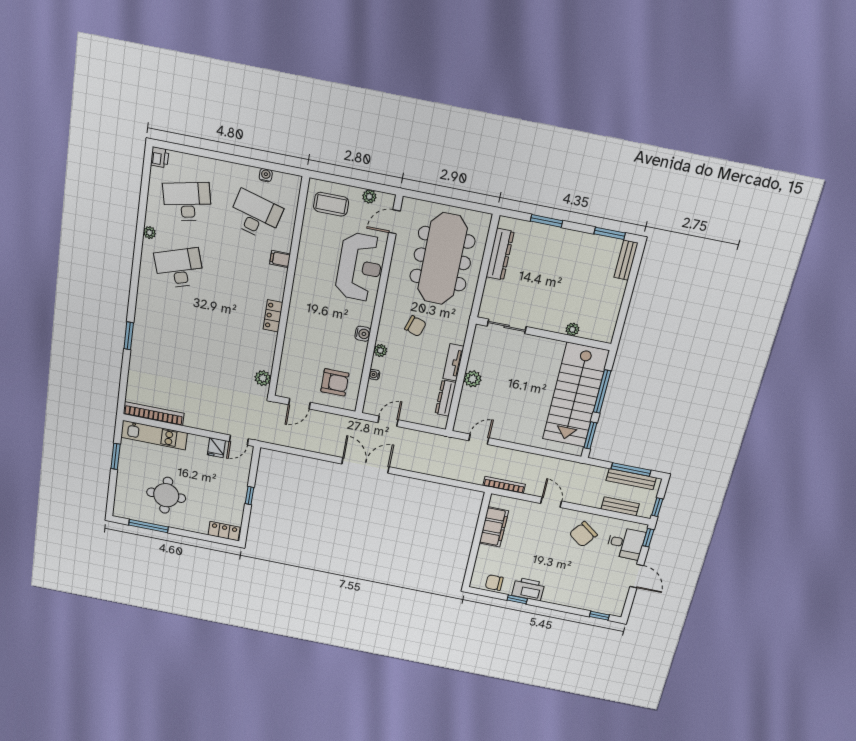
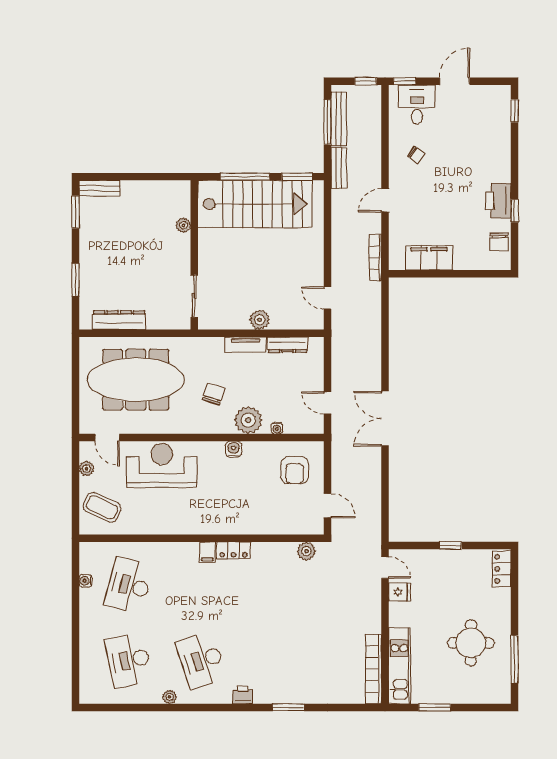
printer: (160, 157) -> (243, 695), moved
coffee table: (331, 204) -> (102, 507), turned -65
filing cabinet: (280, 259) -> (207, 552), moved
plant: (380, 350) -> (248, 420), width x1.87, depth x1.87
armchair: (335, 382) -> (295, 470), turned 180
bench: (620, 506) -> (339, 168), moved
chair: (583, 534) -> (416, 155), width x0.54, depth x0.54

